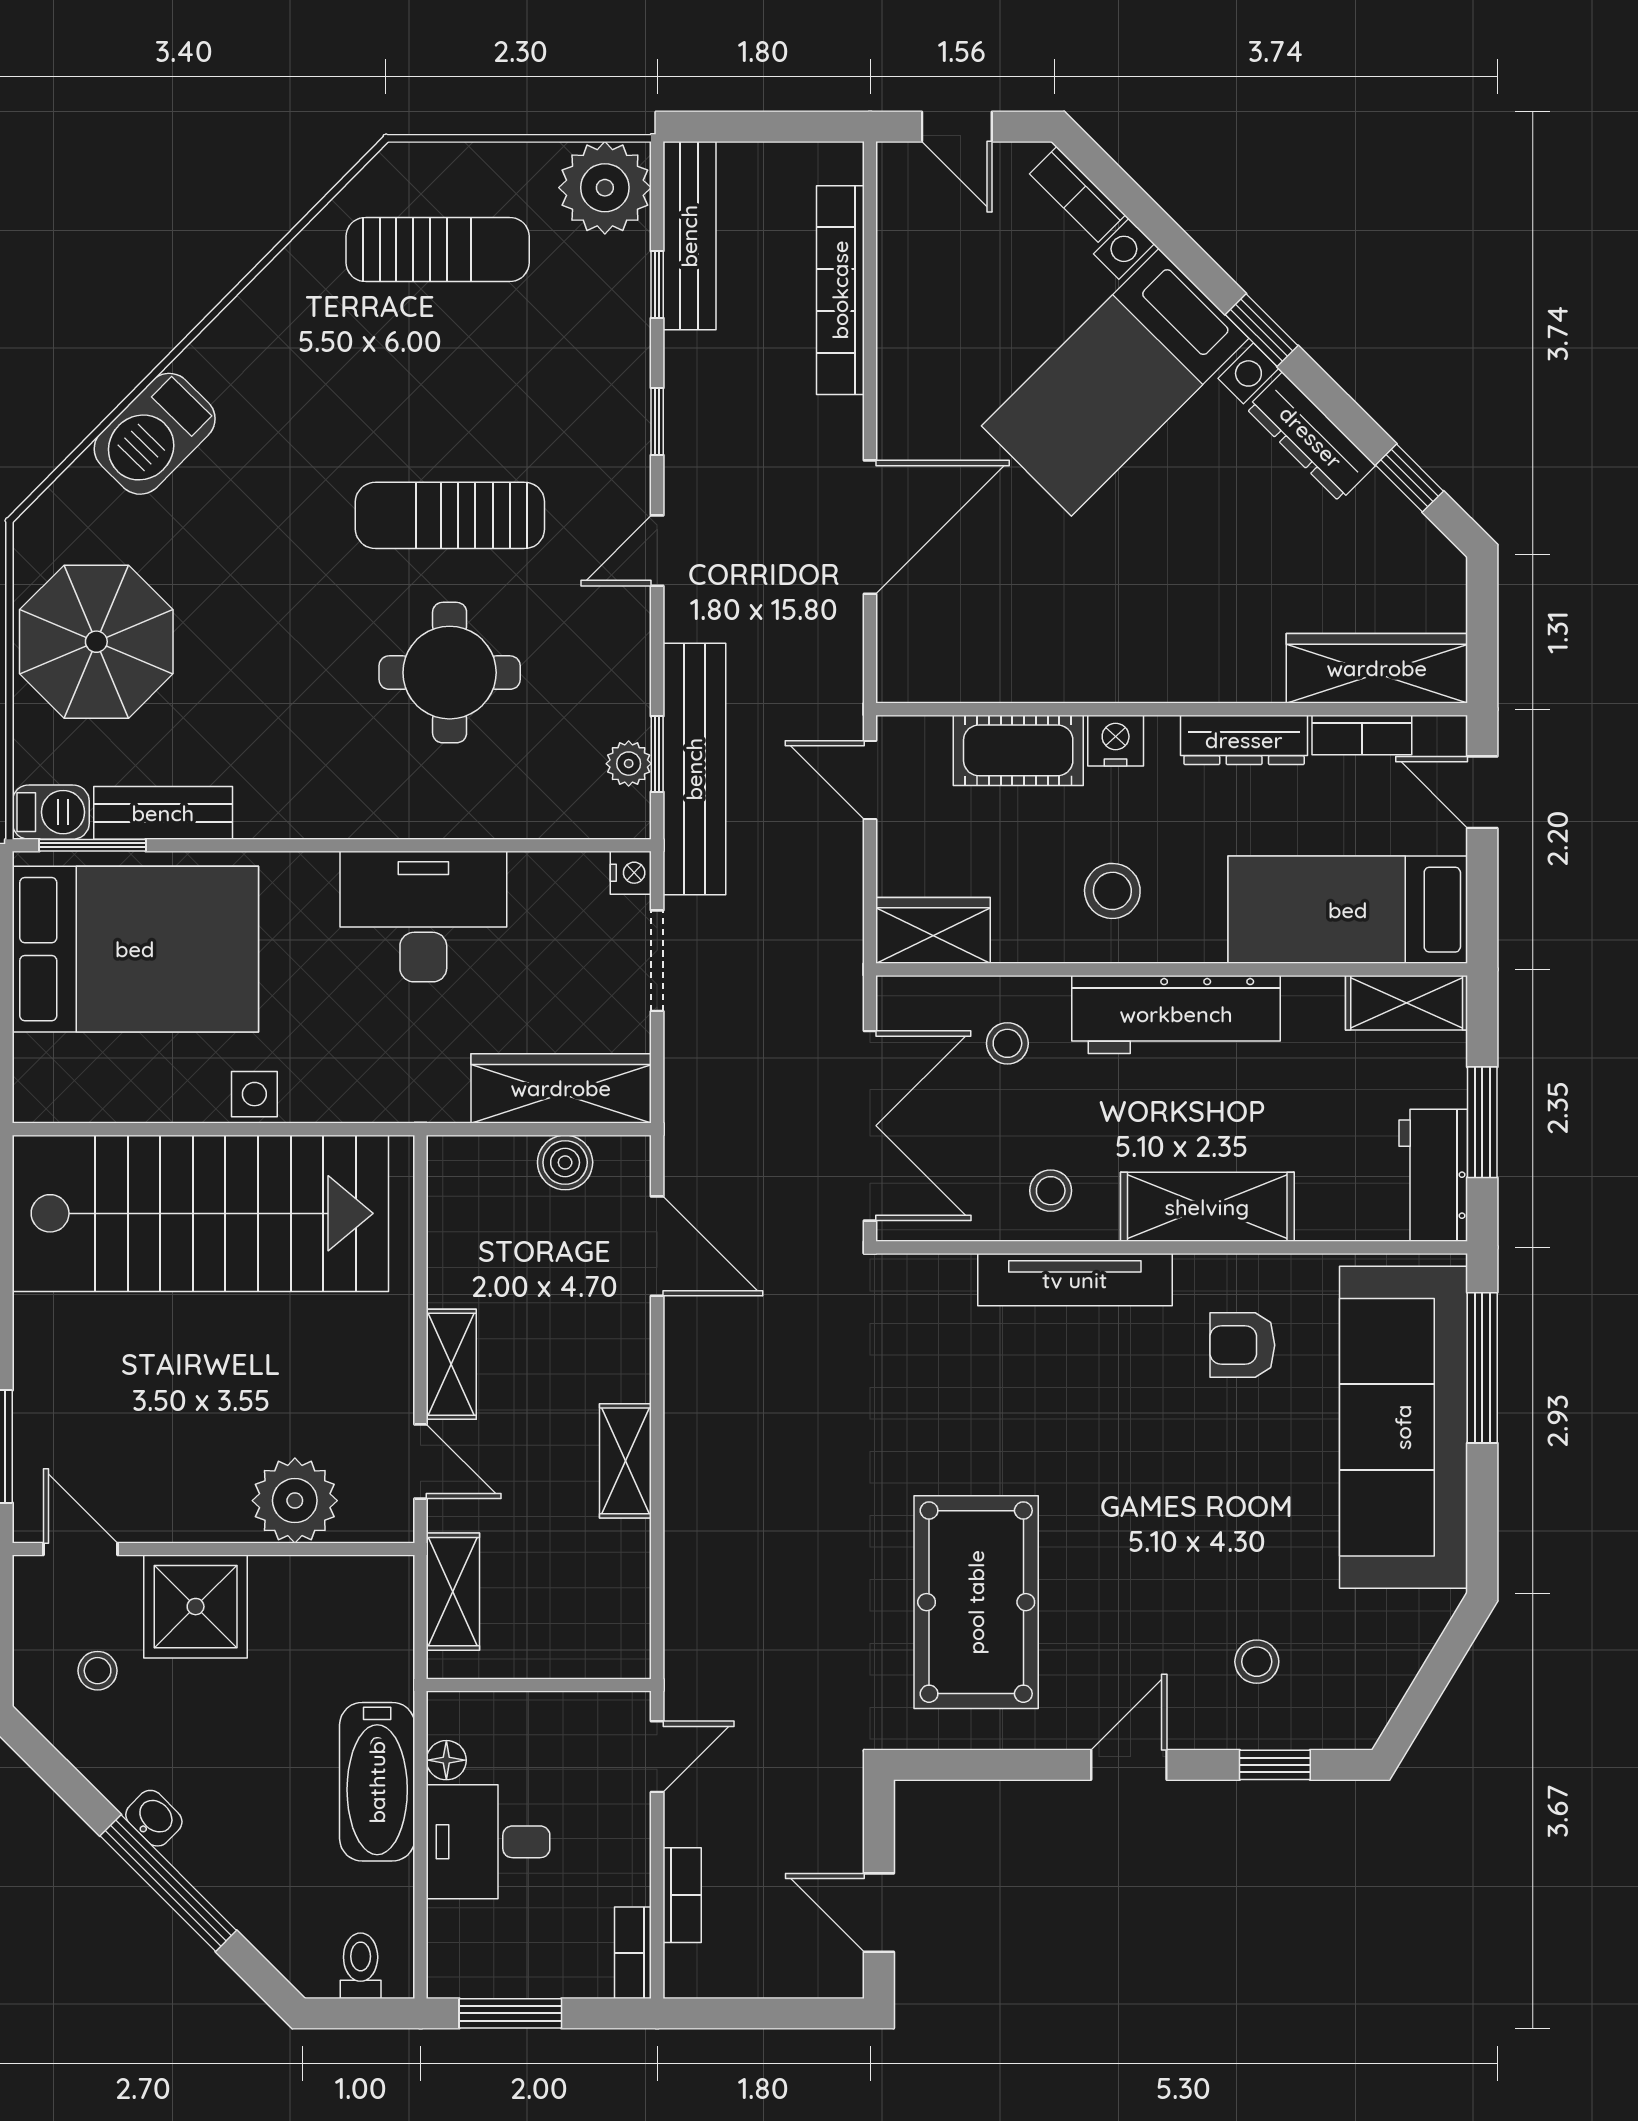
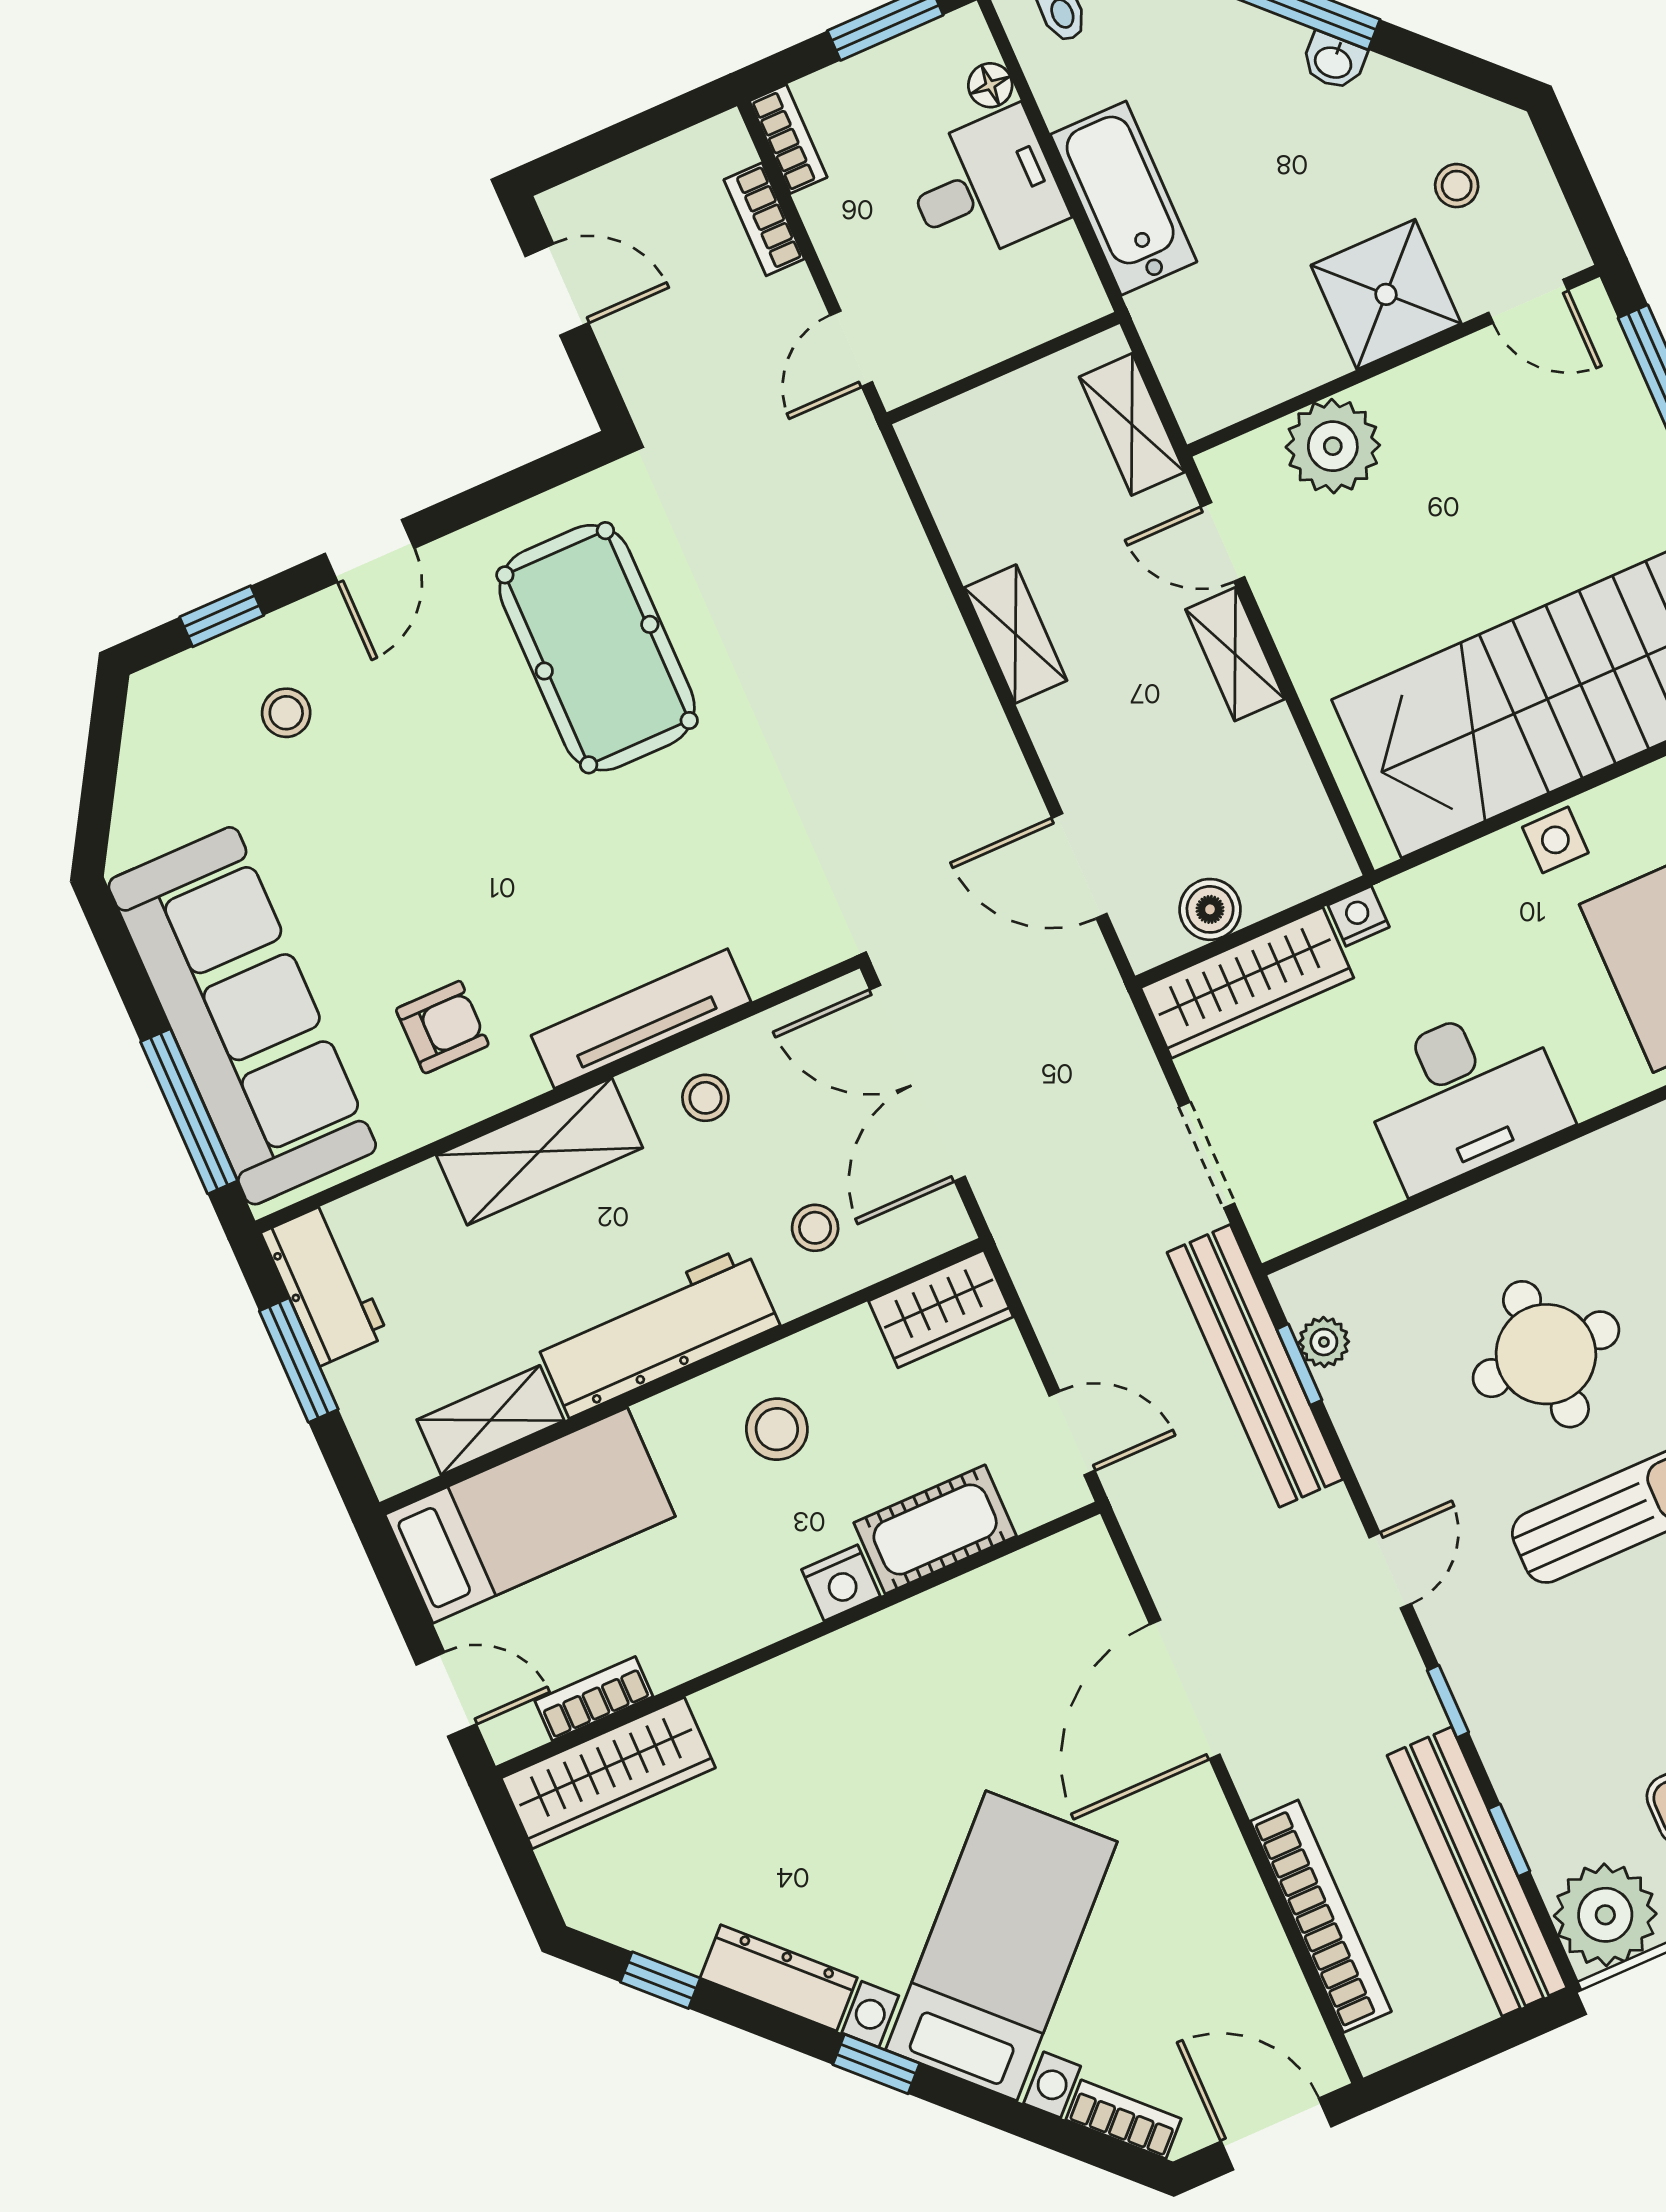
door: (957, 127) -> (1276, 2134), width x1.38
bench: (689, 236) -> (1477, 1872), width x1.37, depth x1.21
dresser: (1244, 740) -> (711, 1641), removed
nightstand: (631, 873) -> (1359, 916), moved, turned 90
shelving: (1407, 1003) -> (491, 1420), moved
floor lamp: (446, 1760) -> (990, 85), moved

